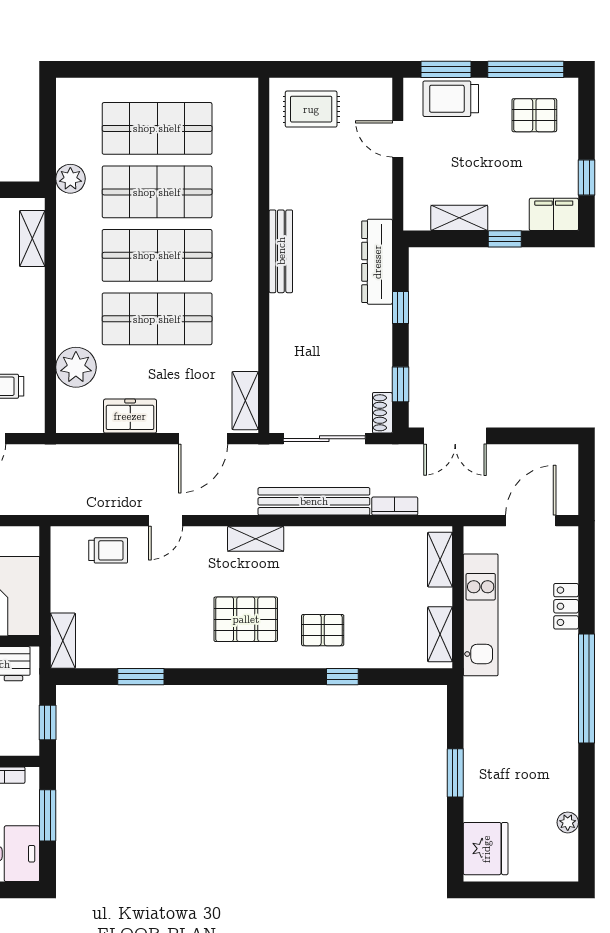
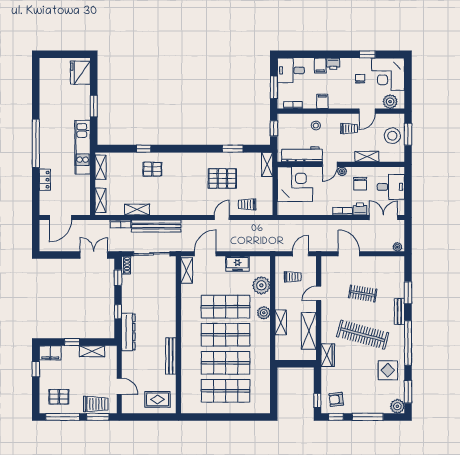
plant: (70, 179) -> (264, 313), moved
shelving: (32, 238) -> (281, 322), moved
bench: (281, 251) -> (171, 356), moved
shelving: (256, 539) -> (137, 210), moved
kitchen unit: (481, 615) -> (83, 147), moved
pallet: (246, 619) -> (222, 178), moved
plant: (568, 822) -> (44, 84), removed

